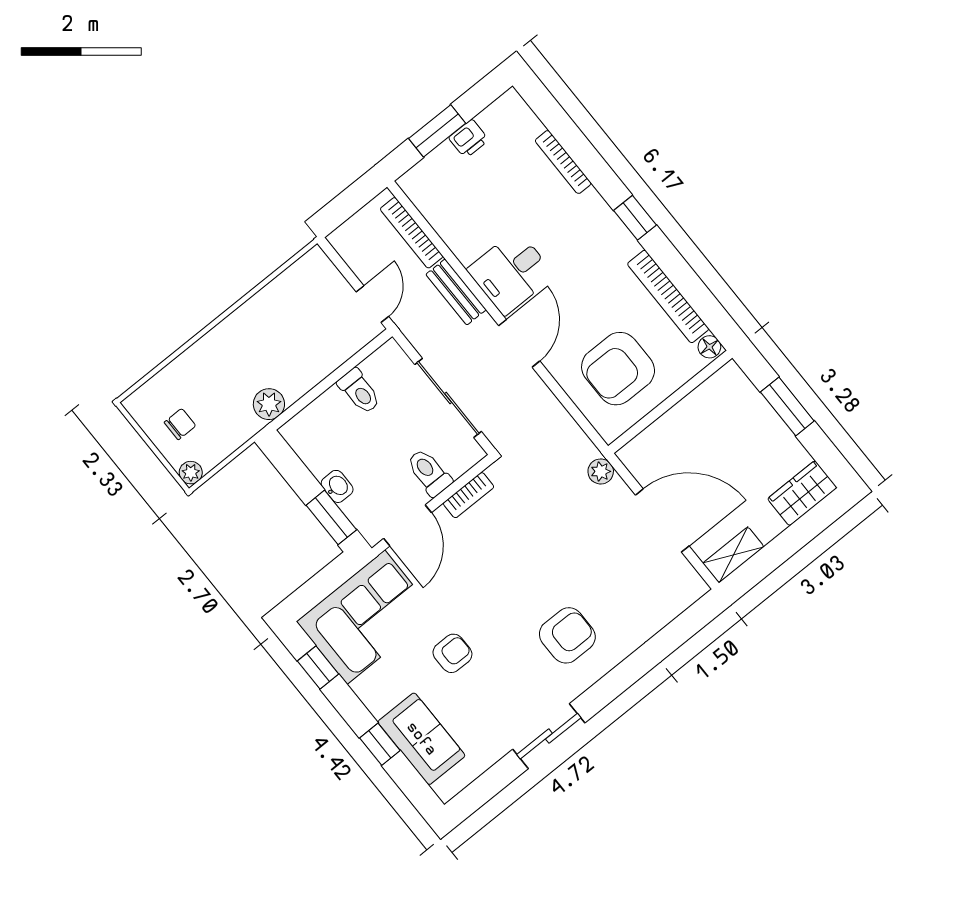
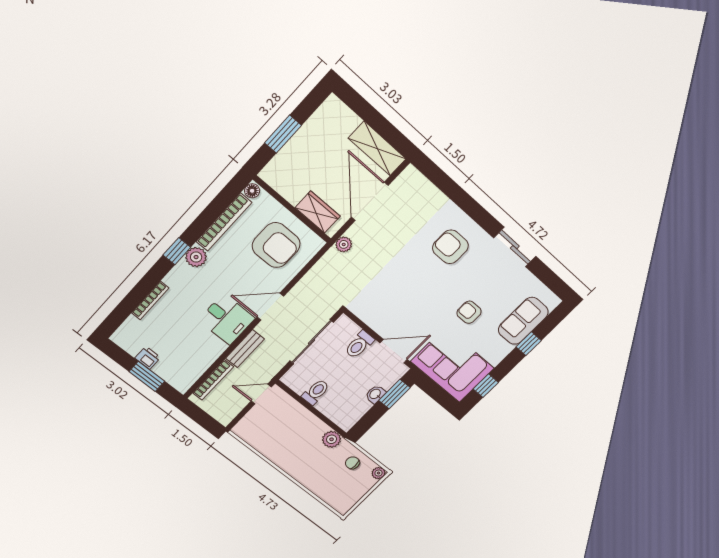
plant: (621, 245) -> (196, 257), added
chair: (180, 424) -> (352, 463), moved
wardrobe: (802, 493) -> (318, 212), moved, turned 180
bookcase: (469, 495) -> (370, 320), removed
shelving: (733, 555) -> (377, 148), width x1.50, depth x1.33

